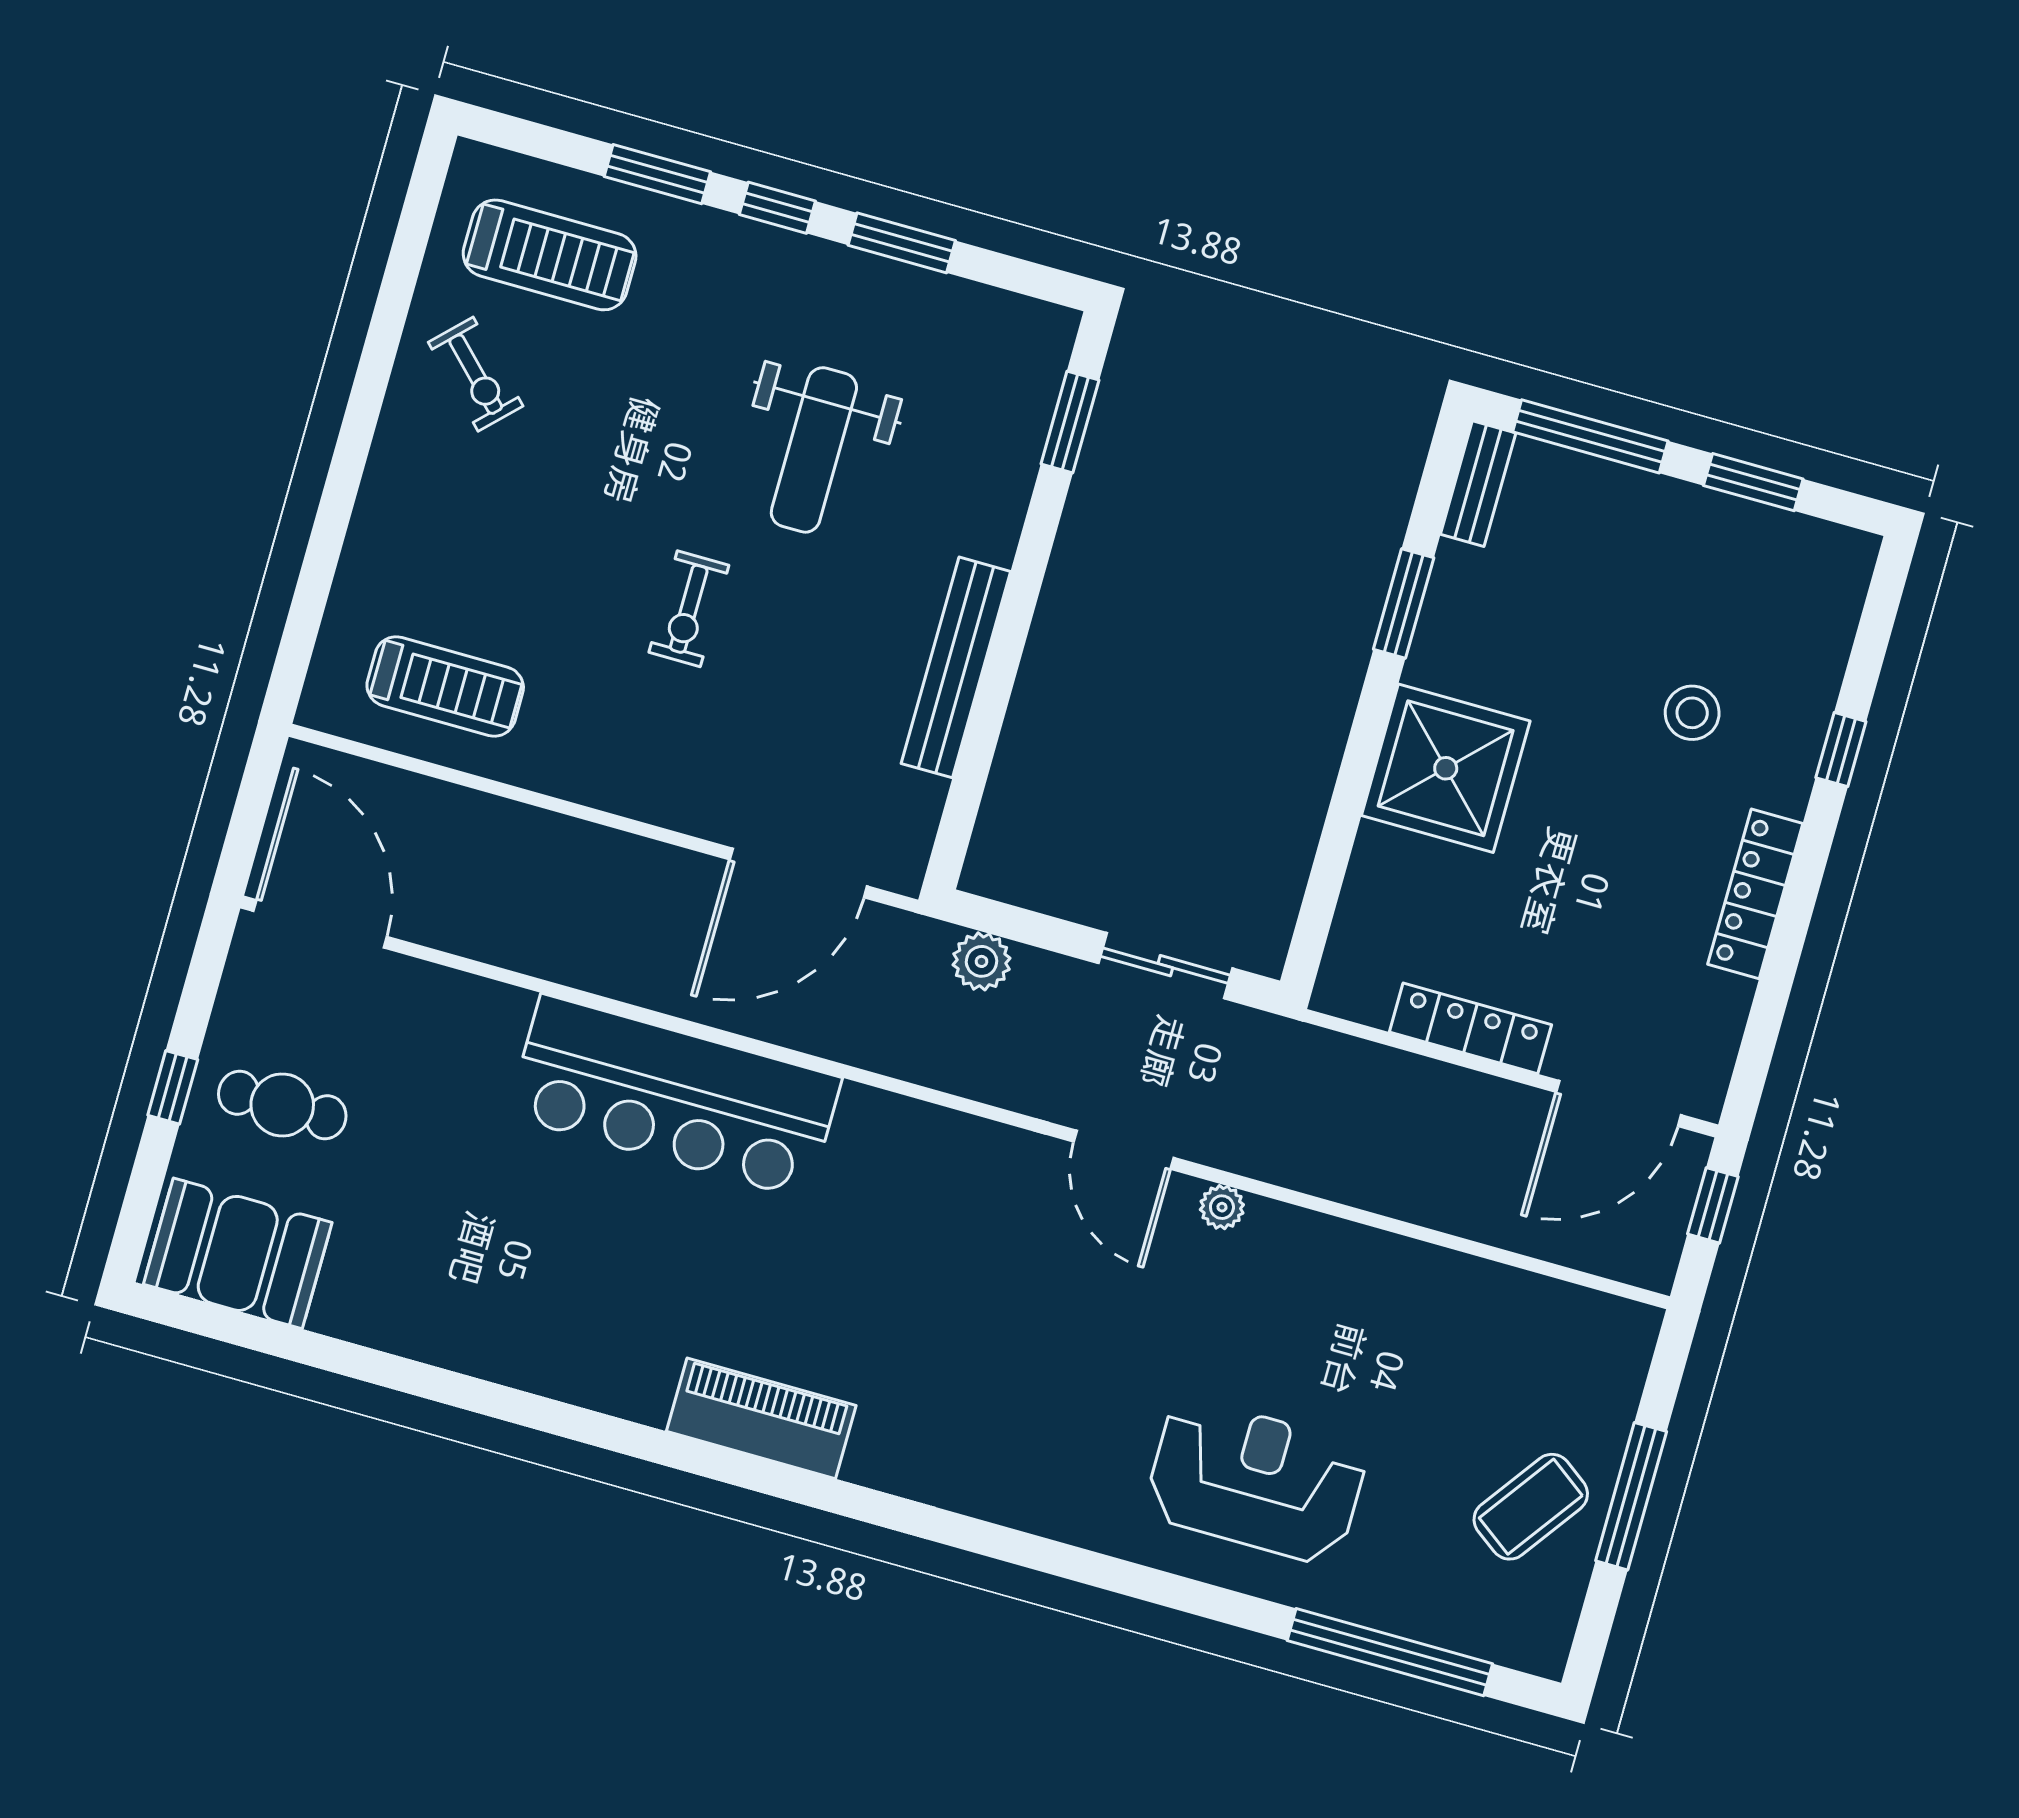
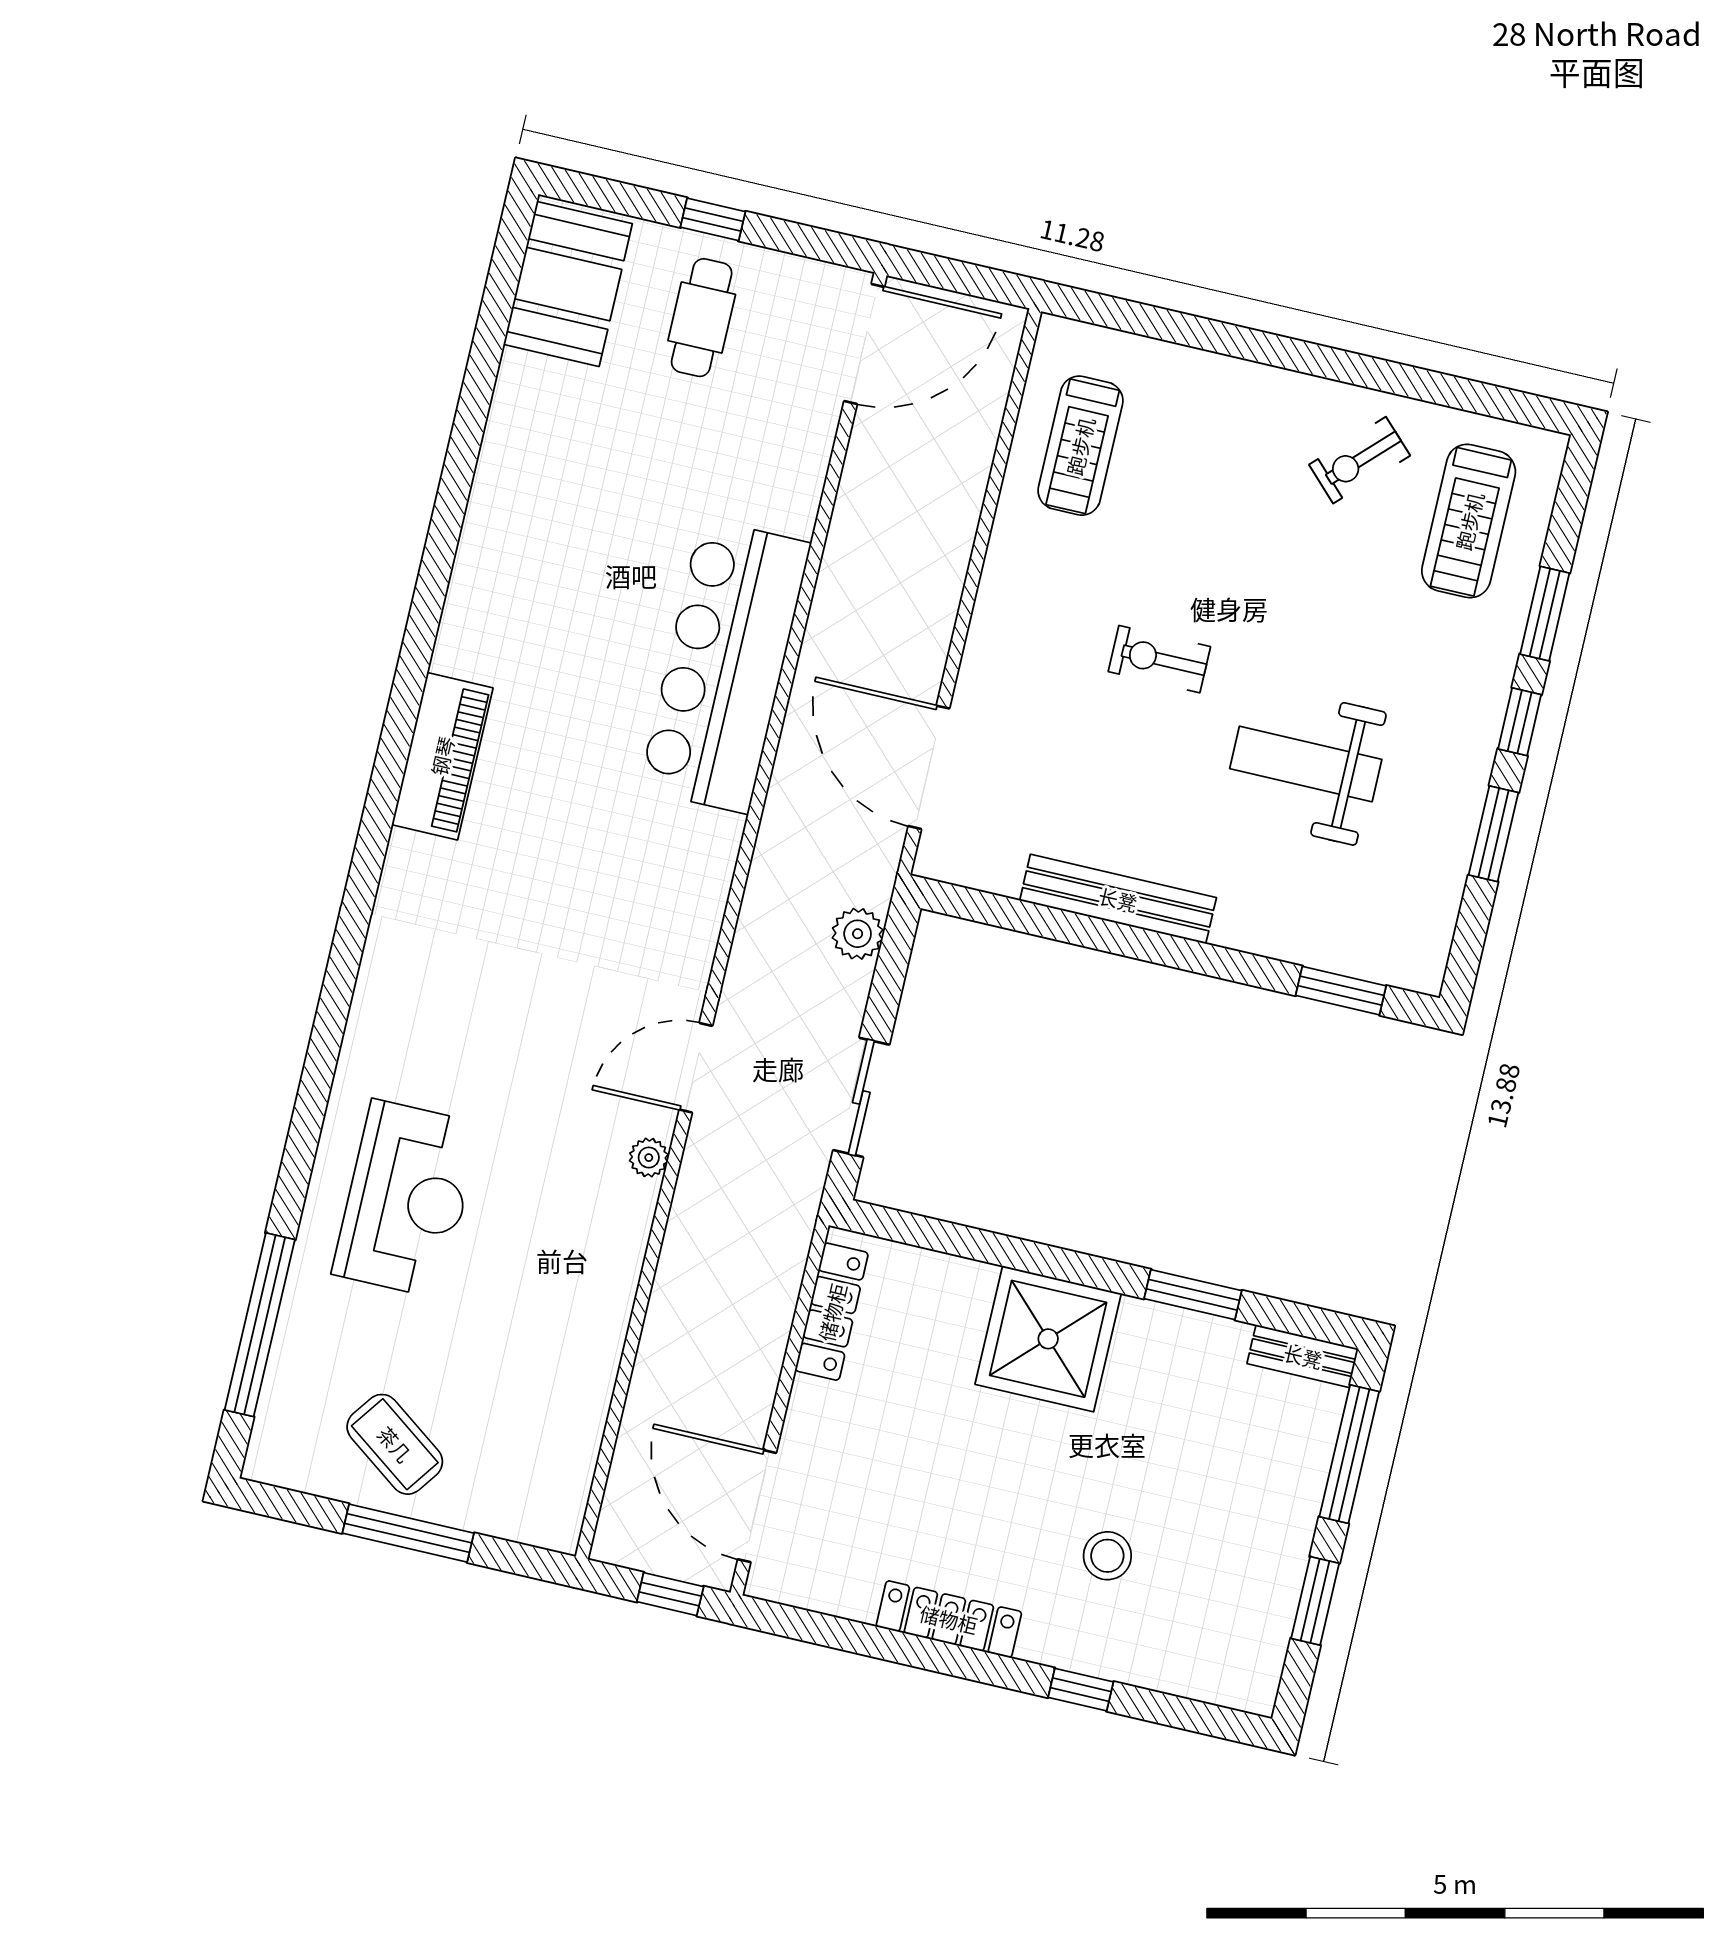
locker: (1470, 1028) -> (832, 1312), moved

